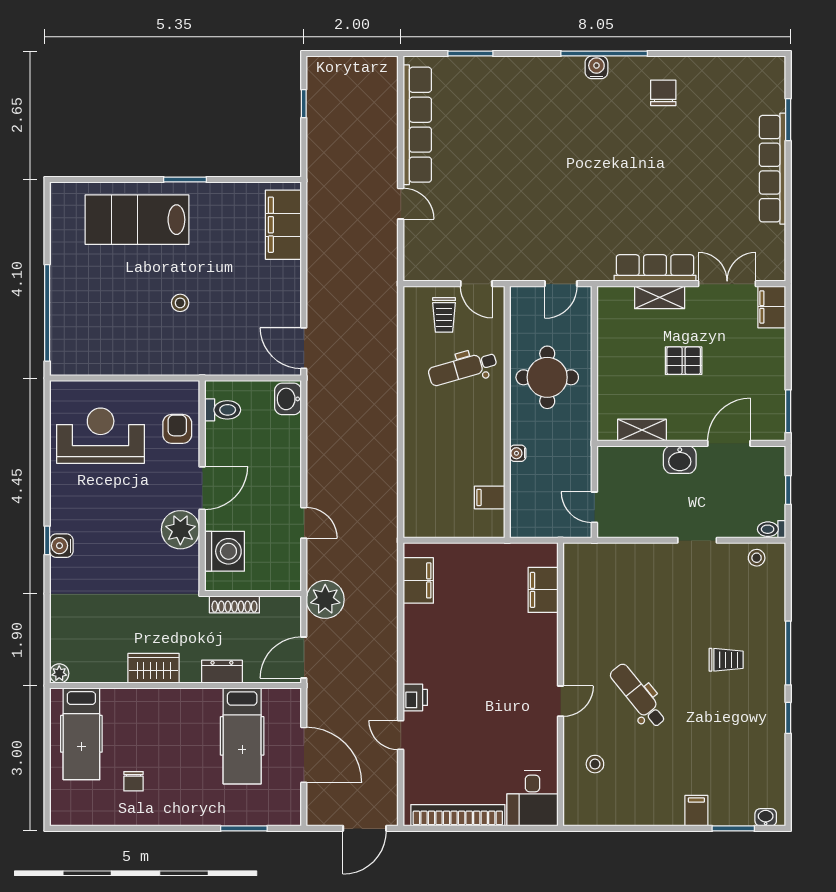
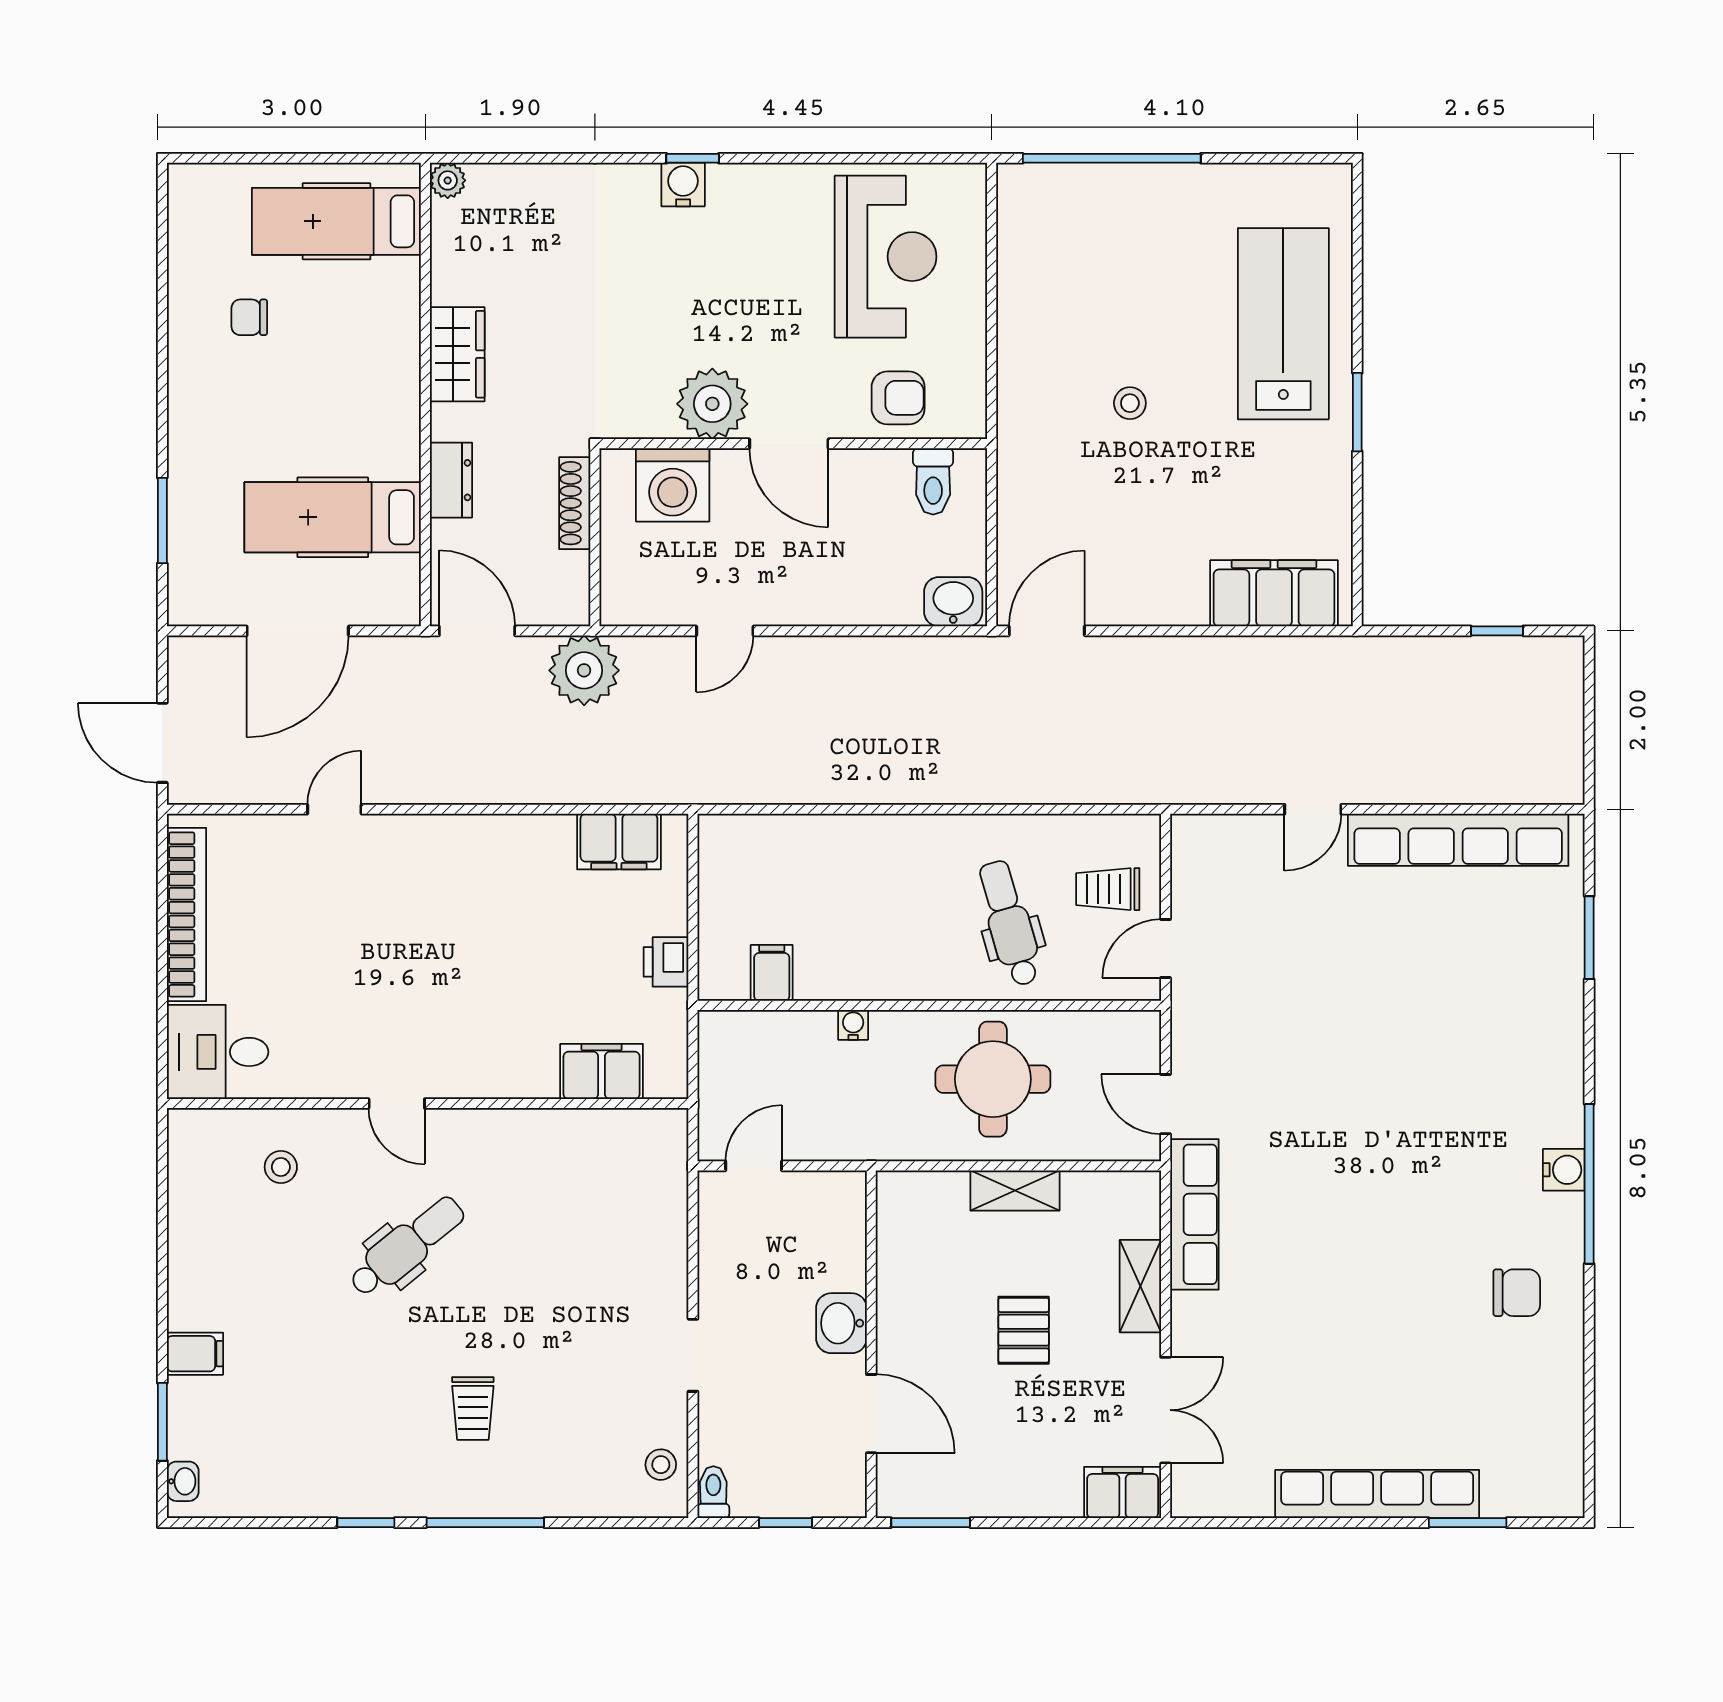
row of seats: (655, 268) -> (1194, 1214), moved
shelving: (642, 430) -> (1015, 1190), moved, turned 90
printer: (415, 697) -> (666, 962), moved, turned 90

